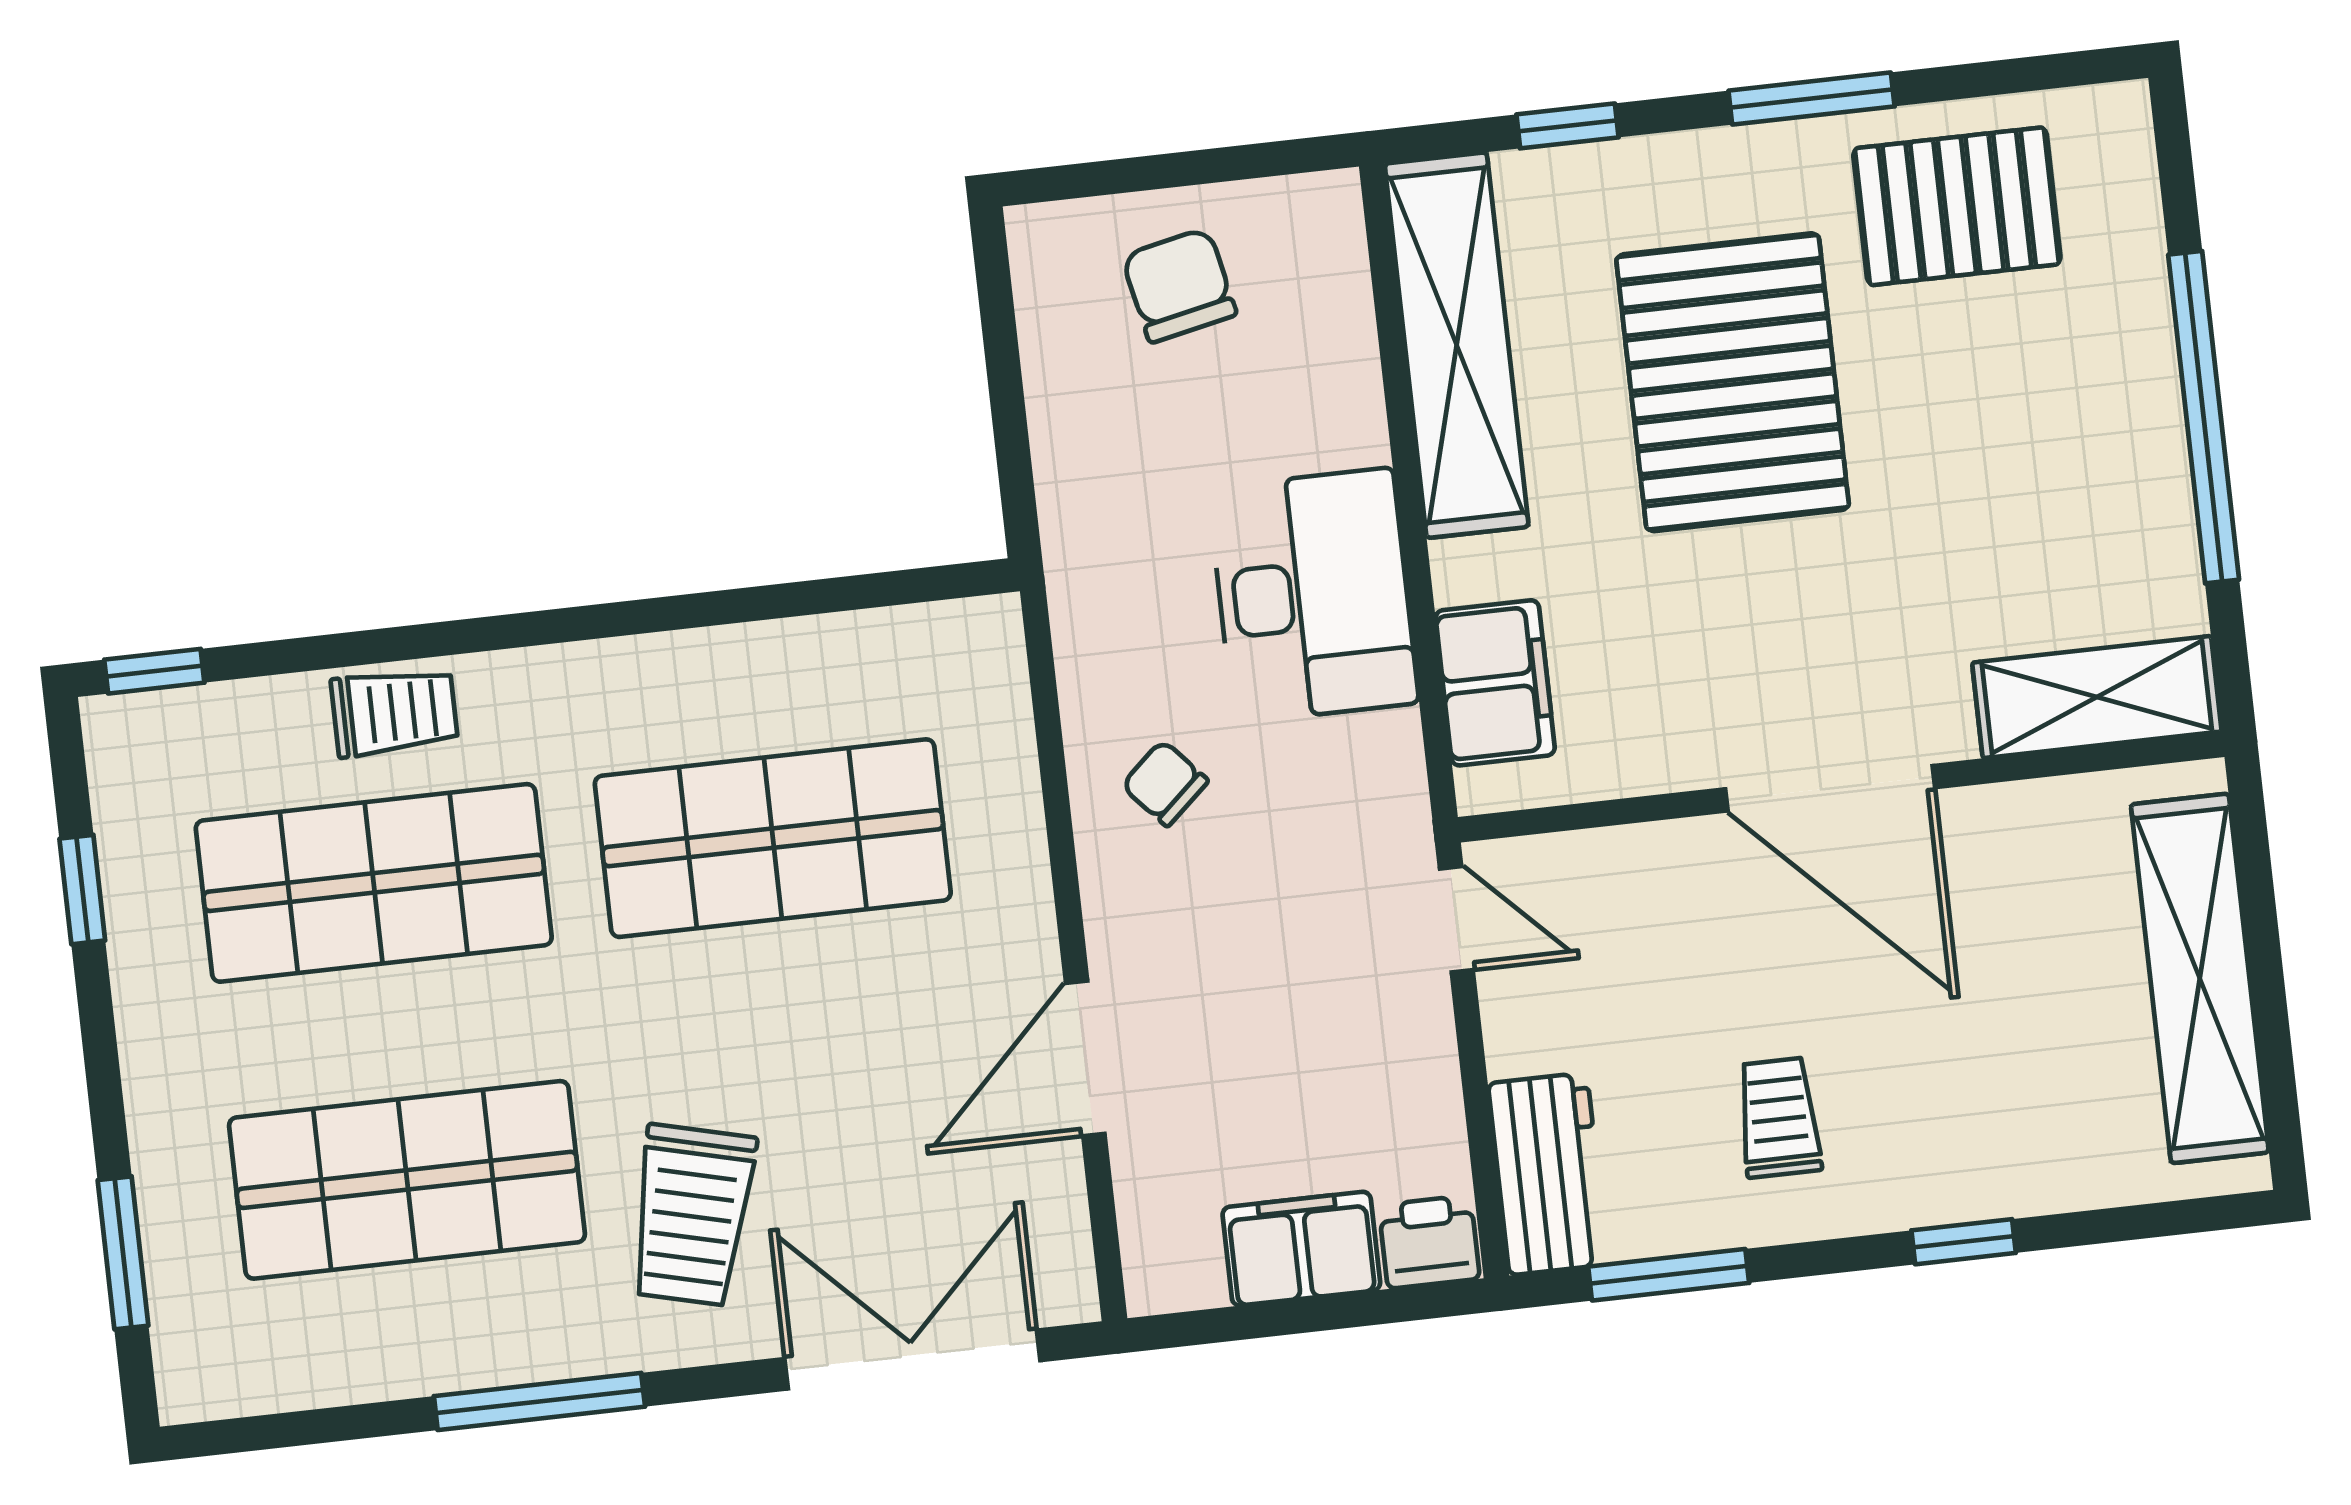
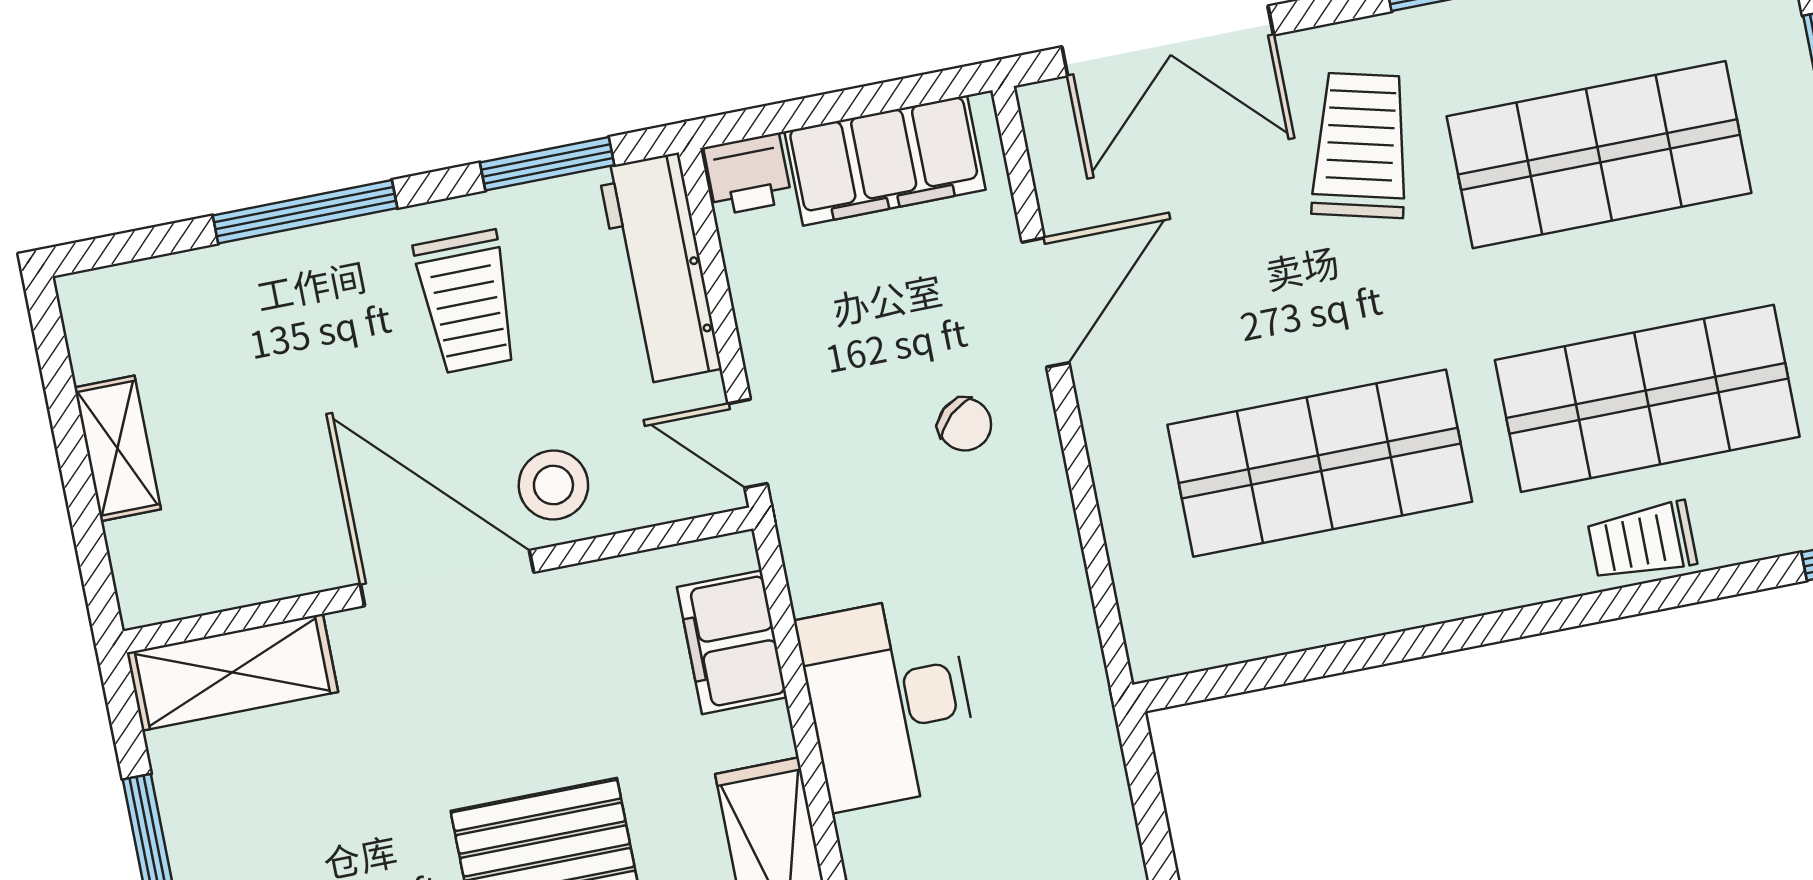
chair: (1165, 783) -> (965, 424), moved
stool: (1693, 889) -> (553, 485), added
shelving: (2200, 978) -> (117, 448), width x0.45, depth x0.75
trolley: (1779, 1118) -> (467, 302), width x1.36, depth x1.39
workbench: (1548, 1174) -> (660, 269), width x1.38
window: (1964, 1242) -> (305, 212), width x2.17
filing cabinet: (1301, 1249) -> (885, 161), width x1.50, depth x1.17

